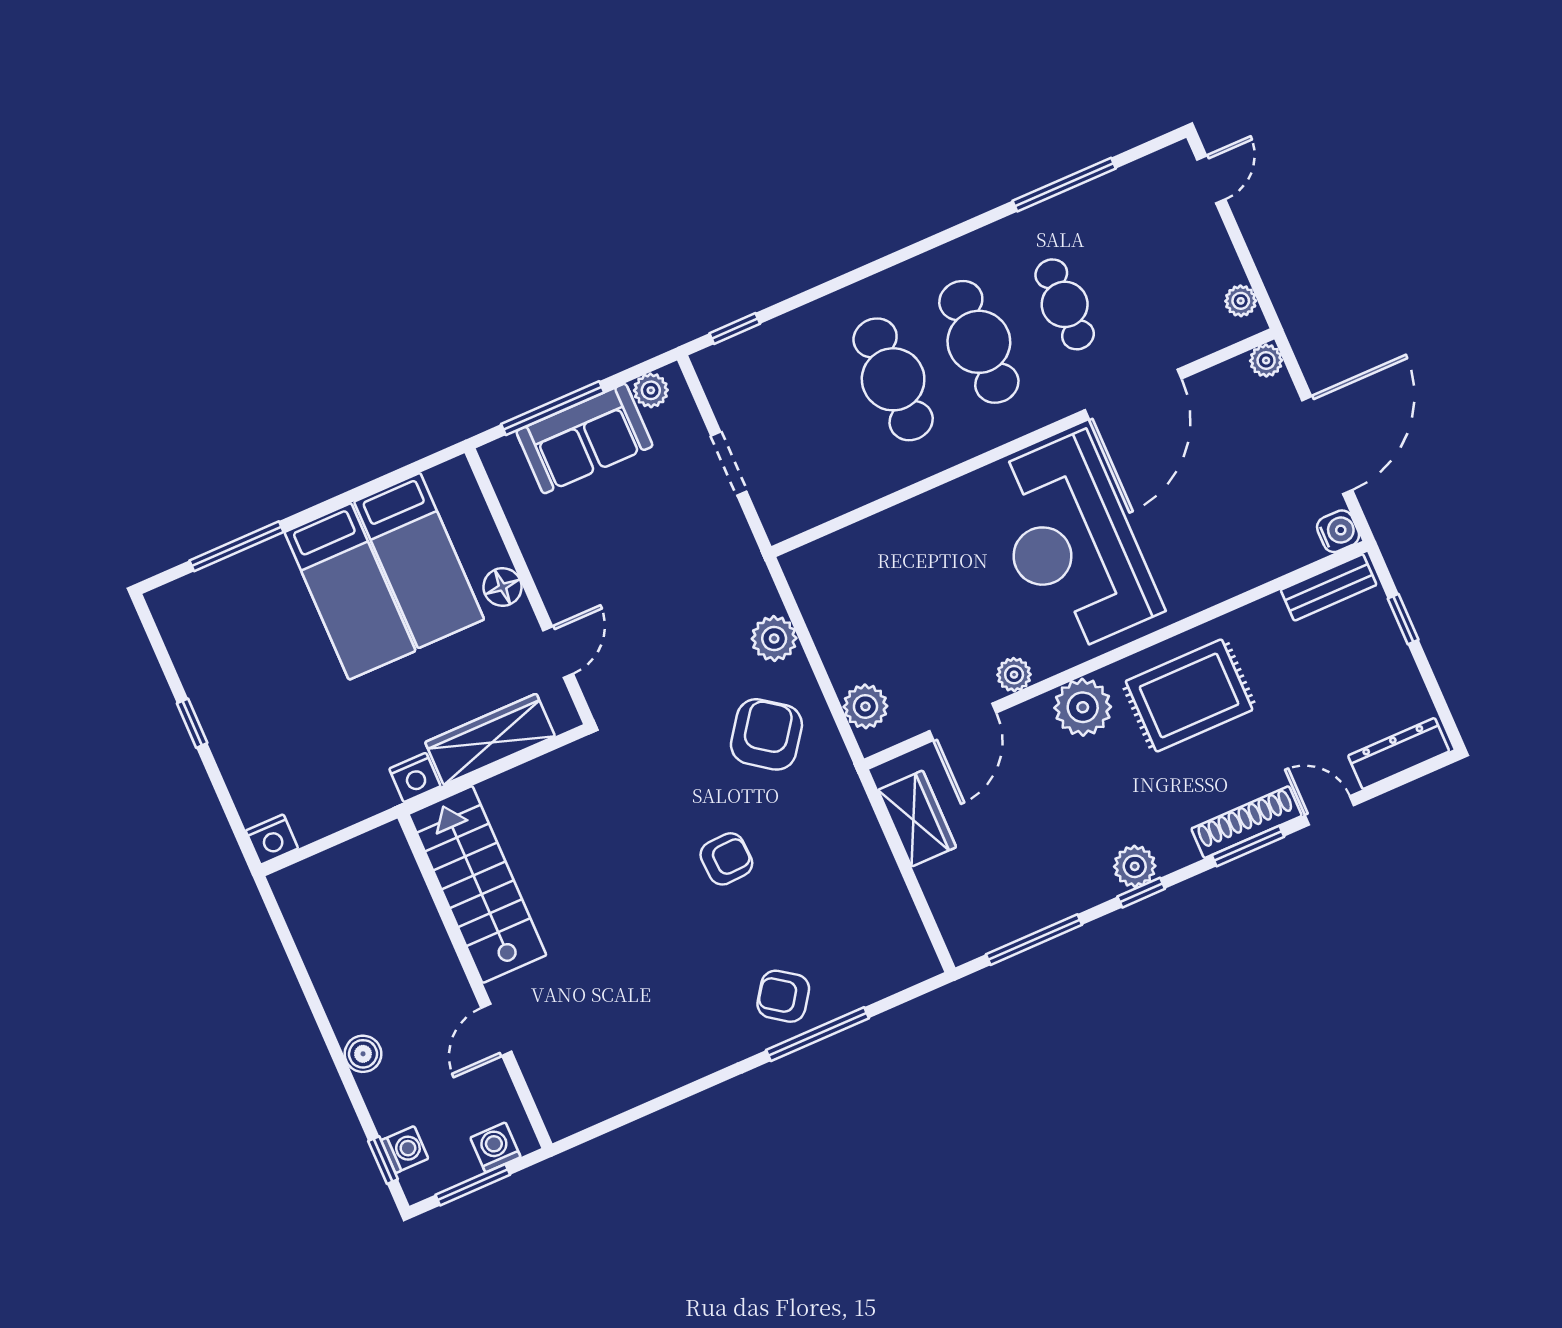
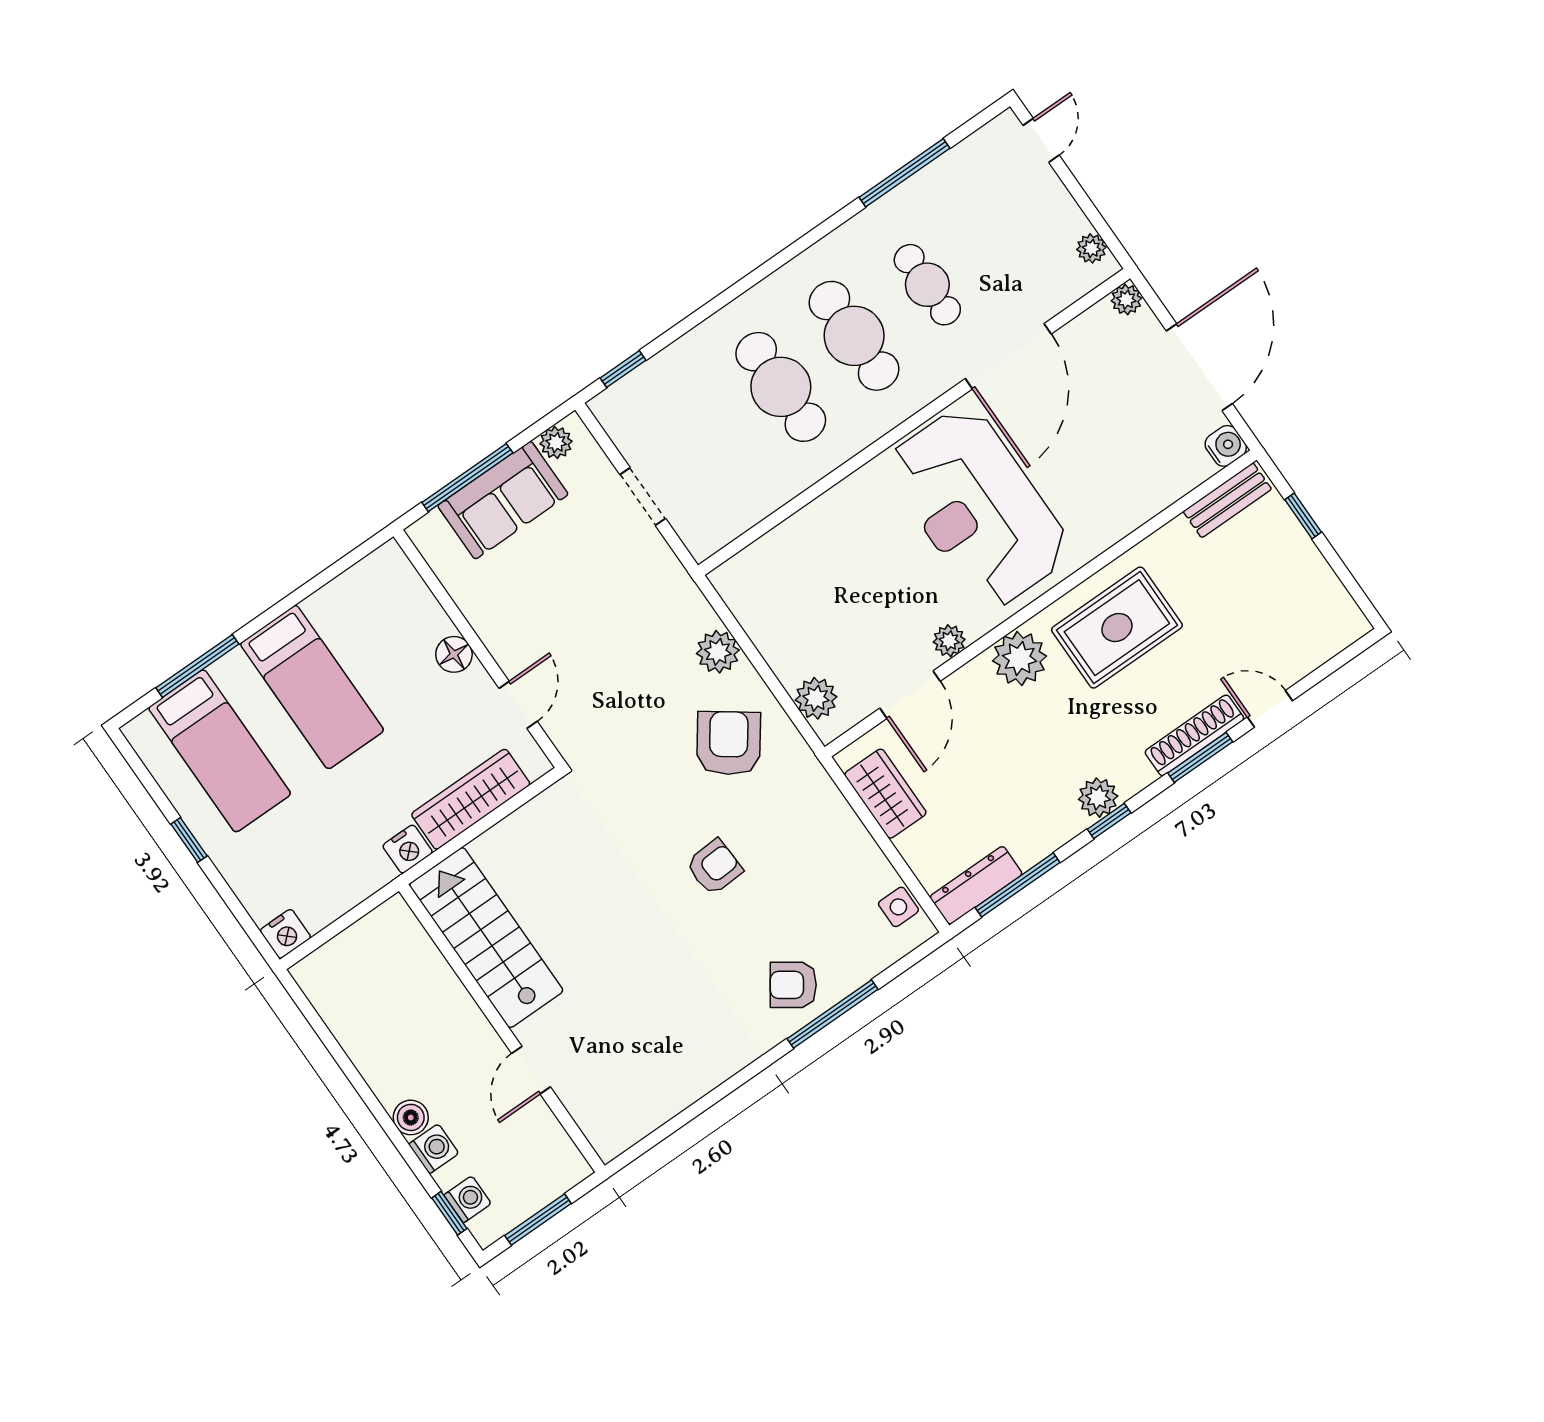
bed: (419, 561) -> (220, 751), moved
dresser: (1399, 753) -> (976, 885), moved
side table: (907, 938) -> (898, 907), added
washing machine: (495, 1147) -> (434, 1149), moved, turned 90

